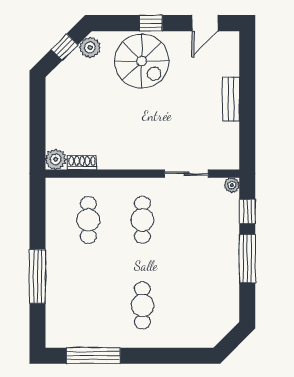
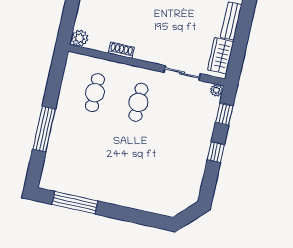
wardrobe: (228, 143) -> (221, 56), added
shoe rack: (82, 163) -> (121, 50), moved
window: (247, 259) -> (216, 152), width x0.46
cafe table: (142, 305) -> (123, 171), removed

